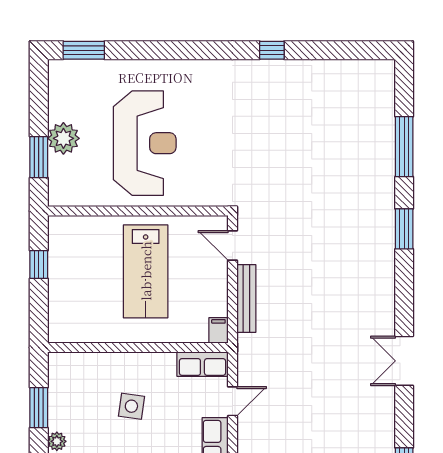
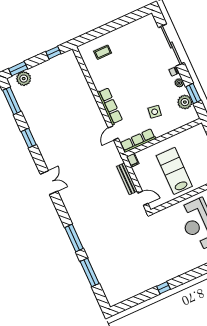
window: (404, 229) -> (74, 238), width x1.44
row of seats: (202, 364) -> (138, 141), width x1.48
plant: (63, 398) -> (185, 102), added

